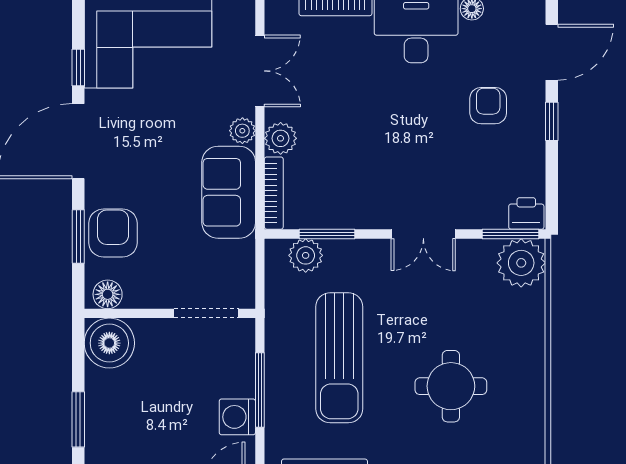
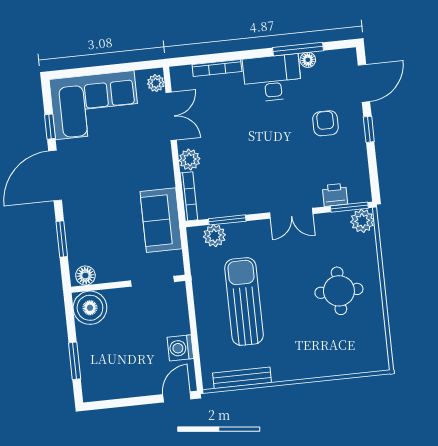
plant: (242, 131) -> (156, 83), moved
sofa: (229, 192) -> (161, 220), moved
printer: (526, 213) -> (335, 195), moved
armchair: (113, 233) -> (85, 234), removed
plant: (521, 263) -> (362, 221), width x0.73, depth x0.73
sun lounger: (339, 358) -> (244, 301), turned 180
round table: (451, 386) -> (339, 291), moved
window: (260, 390) -> (193, 328), removed

